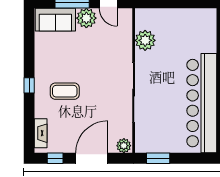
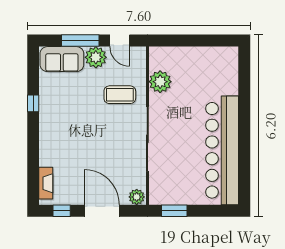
window: (29, 85) -> (33, 103), moved
coffee table: (65, 91) -> (120, 95), moved
door: (92, 158) -> (102, 211), hinge flipped

